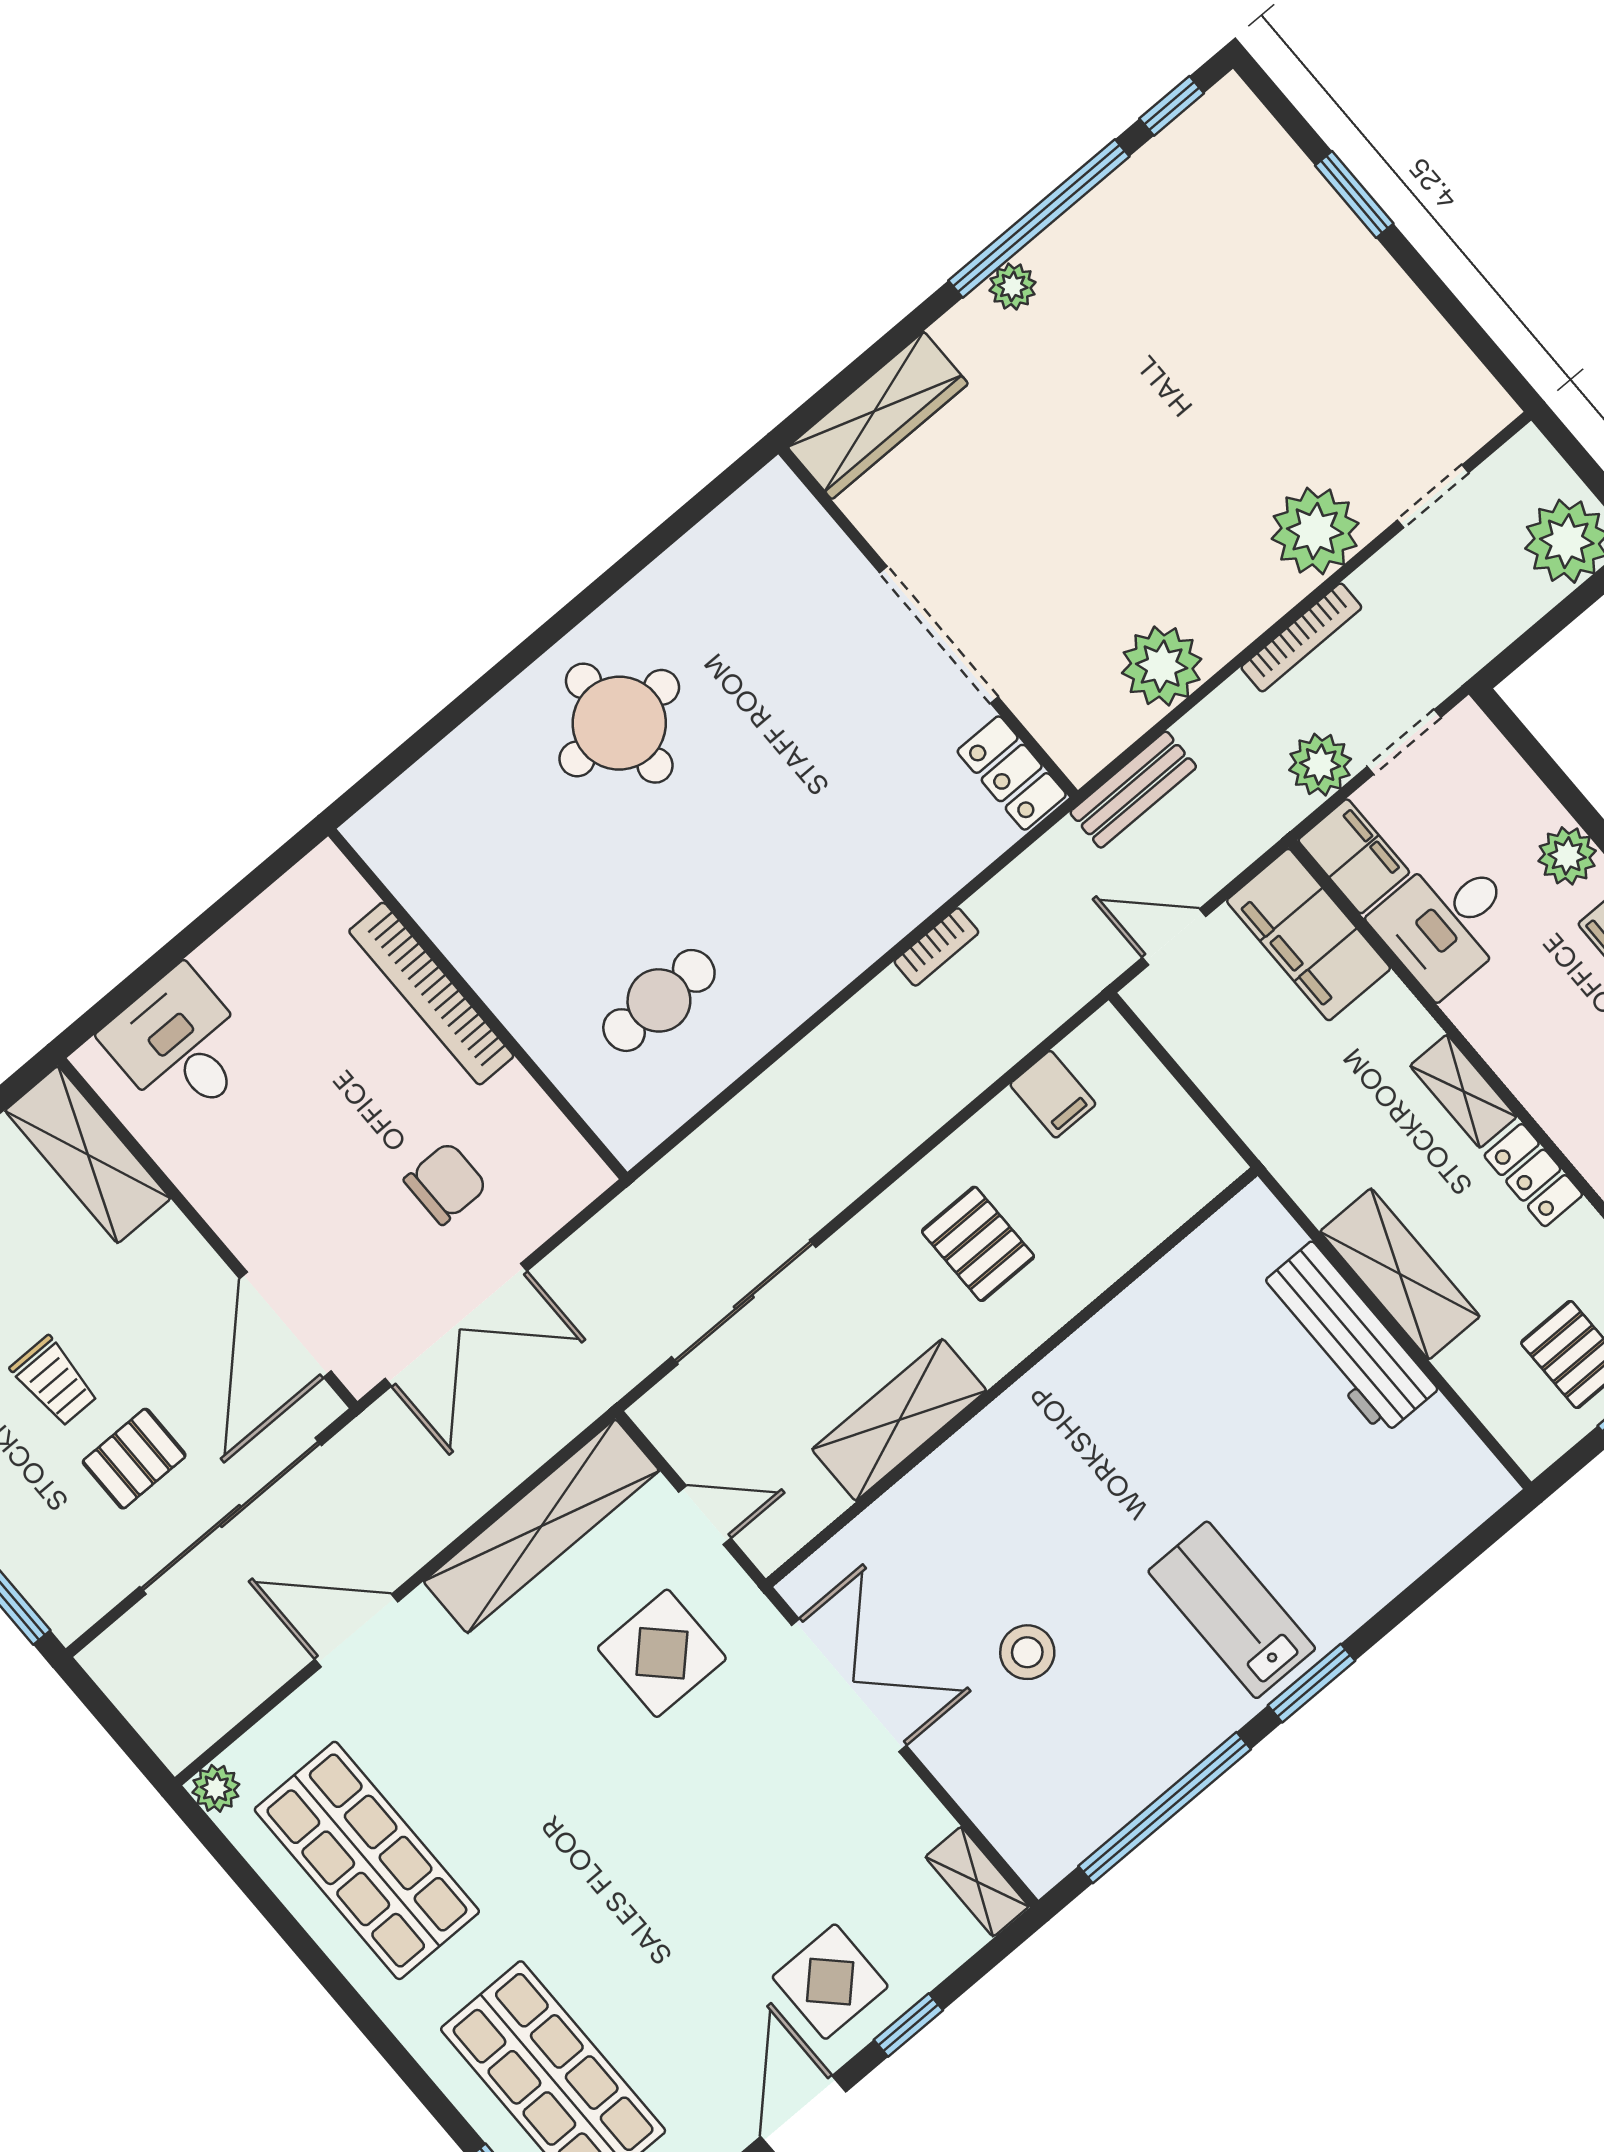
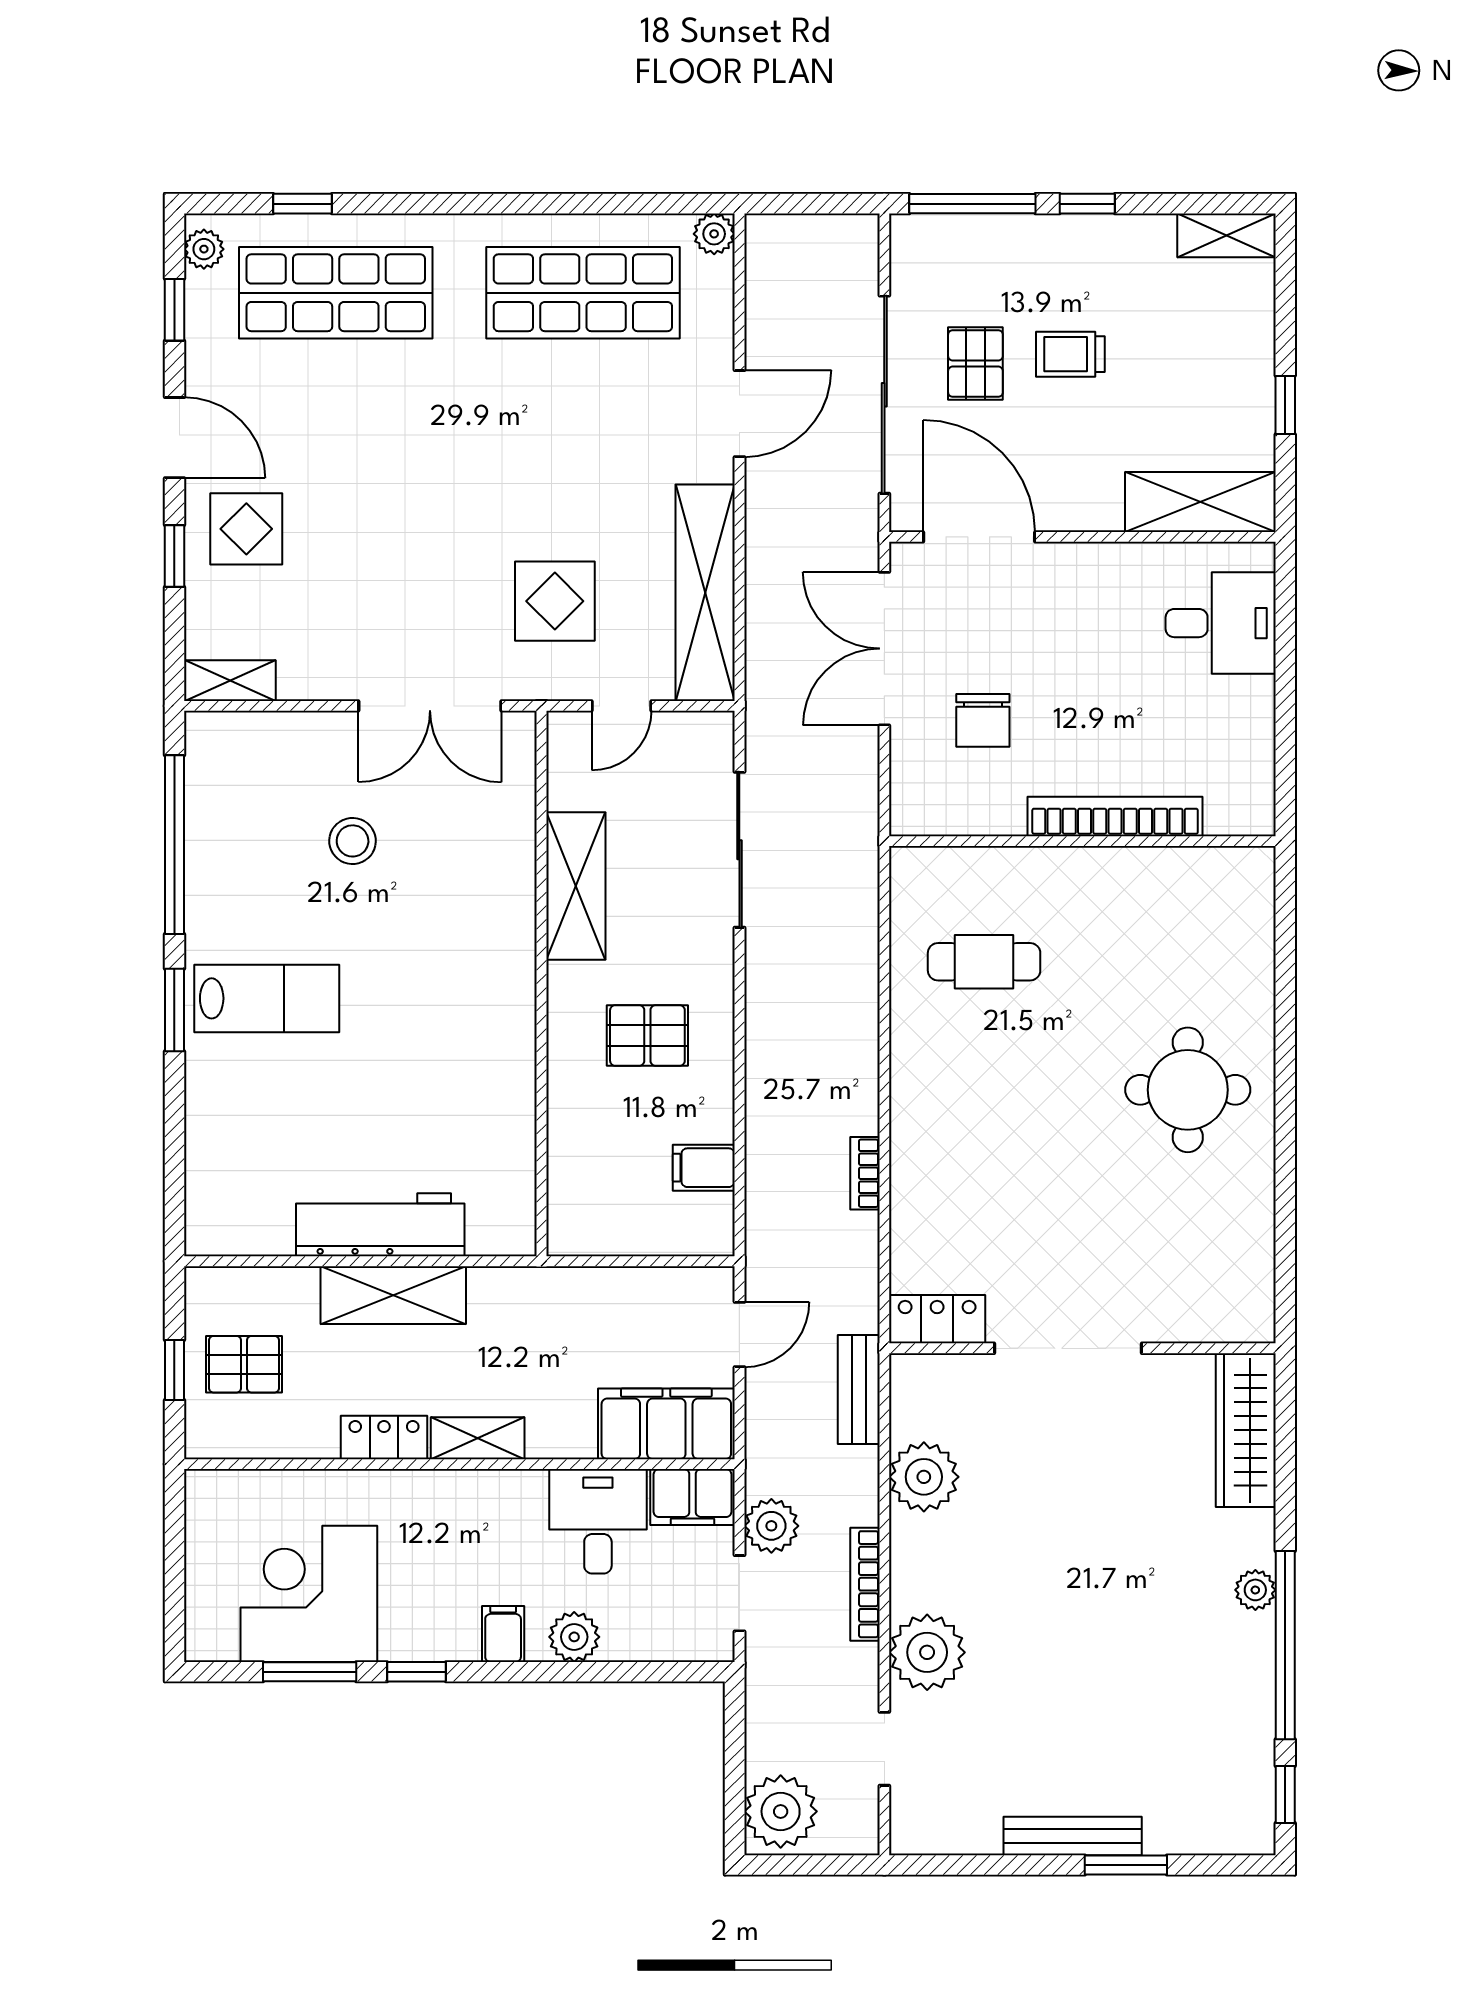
bench: (1369, 263) -> (1073, 1836), added
cafe table: (659, 1000) -> (984, 962), turned 90

